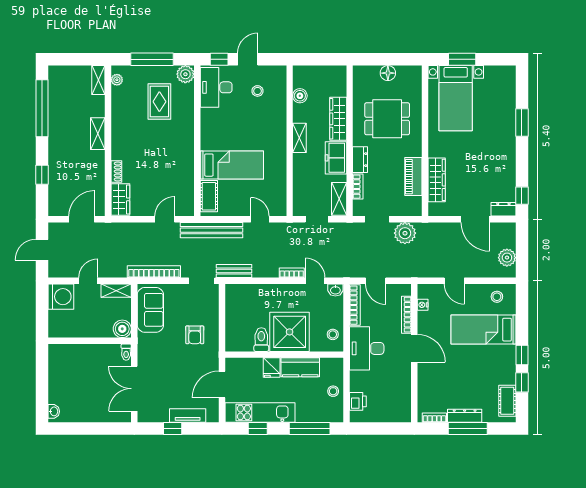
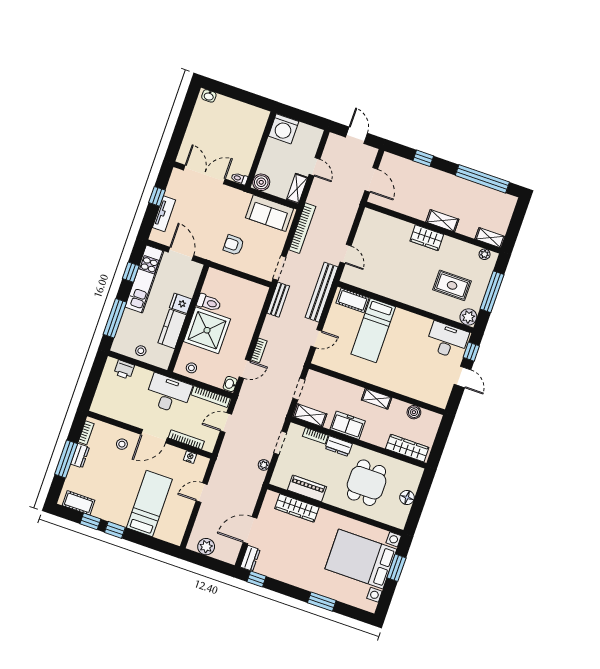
stool: (257, 91) -> (431, 376), removed
bed with nightstands: (456, 98) -> (361, 559), width x1.36
wardrobe: (338, 119) -> (407, 448), moved
shoe rack: (116, 171) -> (403, 226), removed
wardrobe: (120, 199) -> (427, 238), moved
plant: (405, 233) -> (264, 465), width x0.53, depth x0.53
washing machine: (61, 297) -> (284, 129), moved
stool: (497, 297) -> (122, 444), moved
dresser: (465, 416) -> (80, 456), width x0.70

